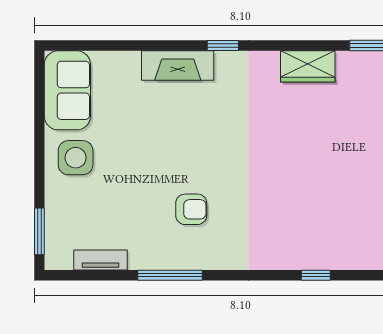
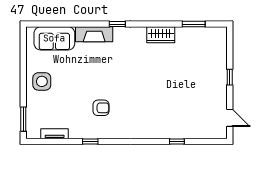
sofa: (67, 90) -> (54, 38), moved, turned 90
window: (170, 275) -> (90, 142), width x0.46
window: (316, 275) -> (177, 142), moved

